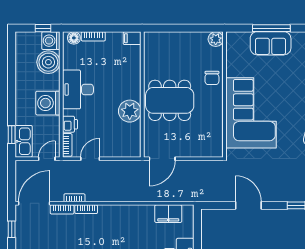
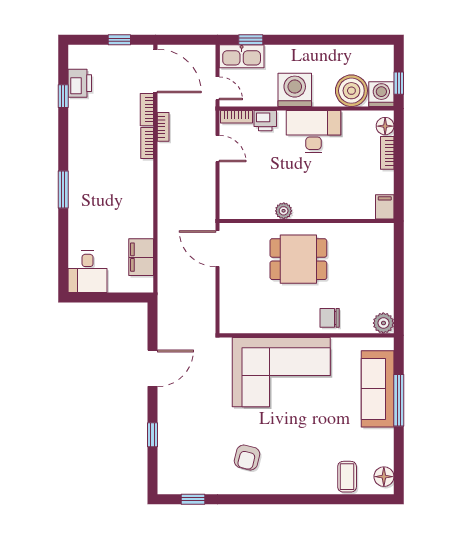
sofa: (271, 43) -> (378, 389), width x1.36
dining table: (170, 100) -> (298, 259), width x0.73
plant: (130, 111) -> (284, 211), width x0.53, depth x0.53

